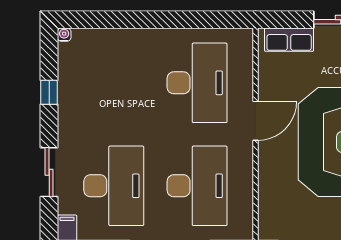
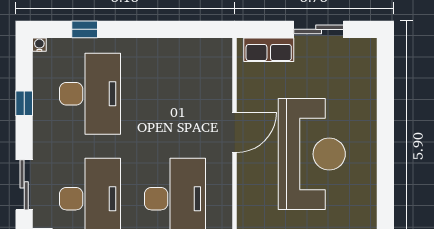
window: (108, 20) -> (85, 29), added
desk: (197, 83) -> (90, 94), moved

